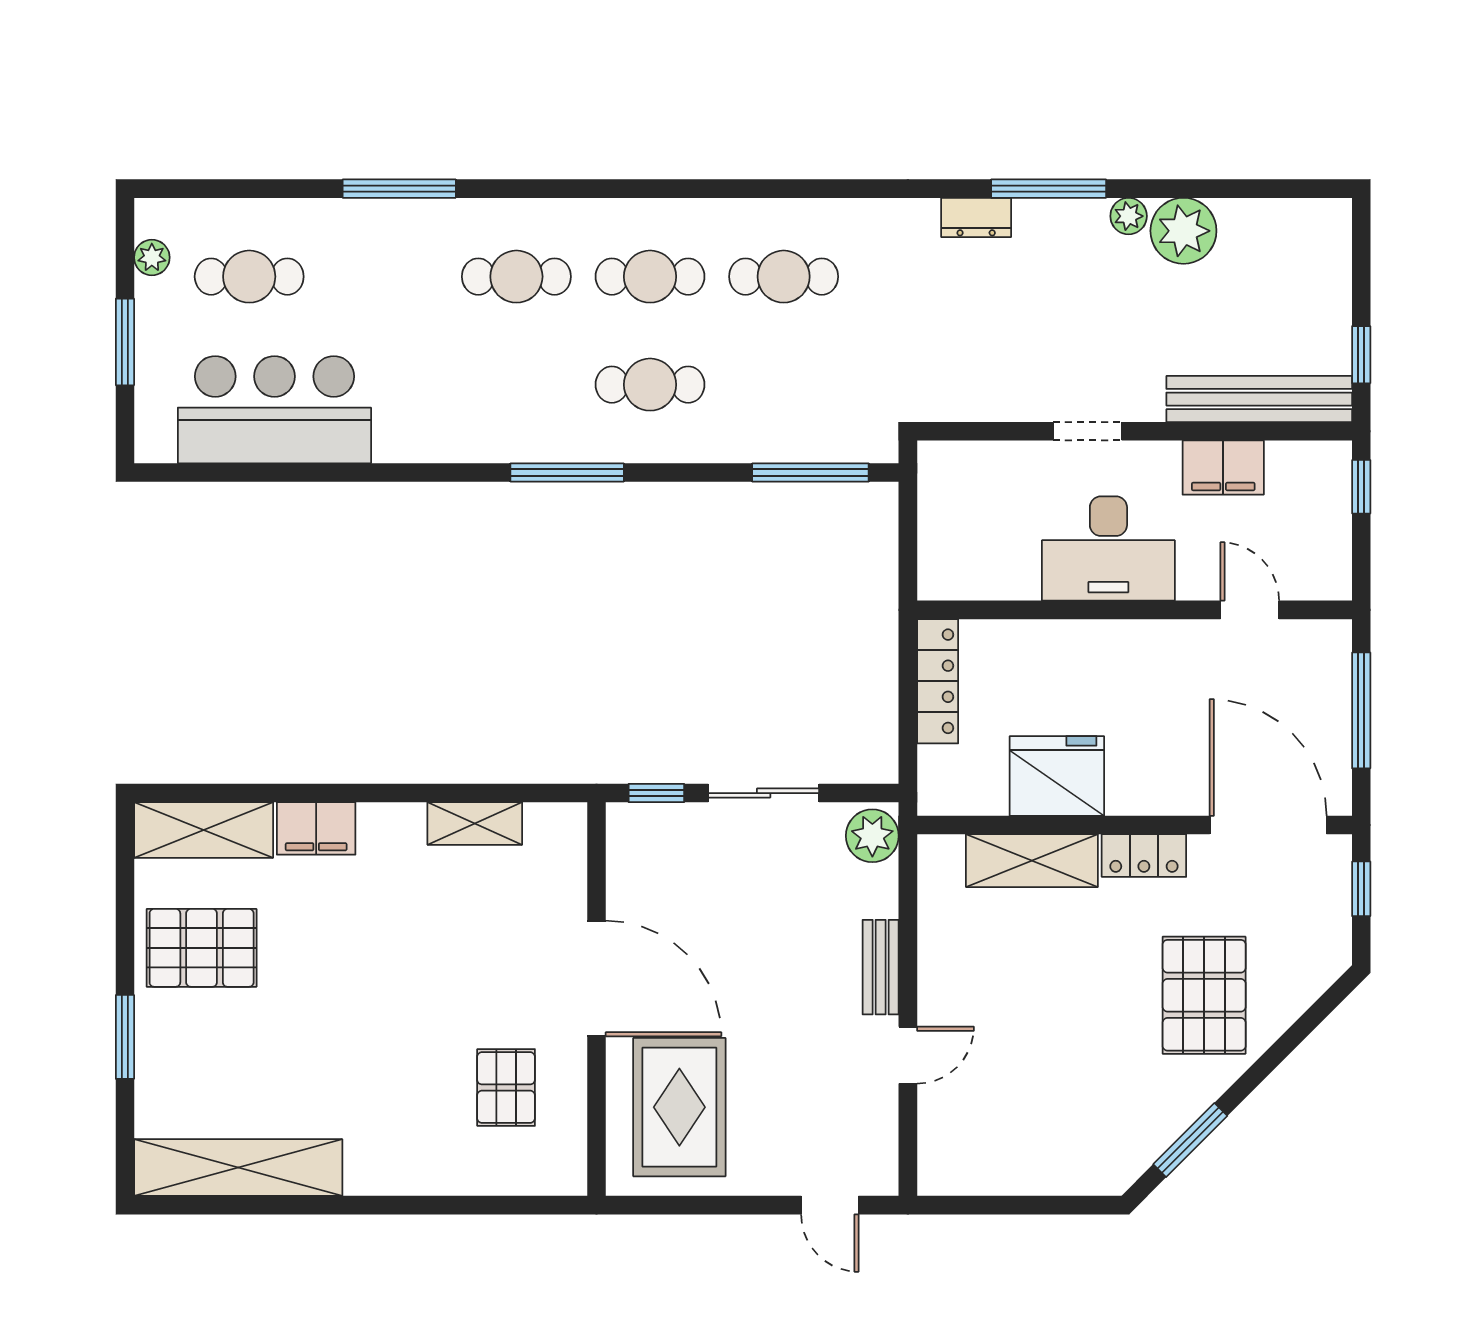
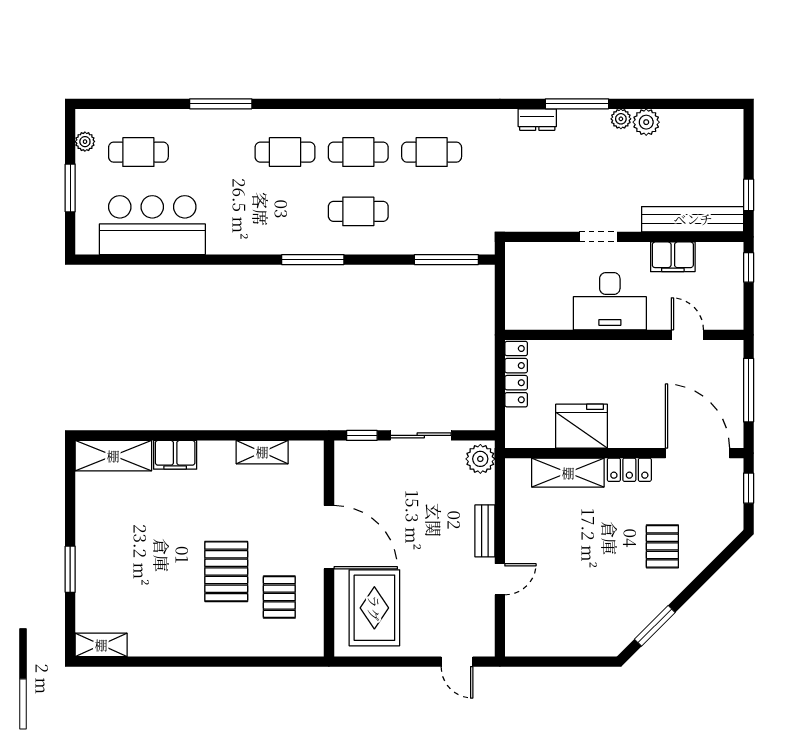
plant: (1183, 231) -> (646, 122), width x0.73, depth x0.73
pallet: (202, 948) -> (226, 571), moved, turned 90
pallet: (1204, 995) -> (662, 546), width x0.67, depth x0.71
shelving: (238, 1168) -> (101, 645), width x0.45, depth x0.75

